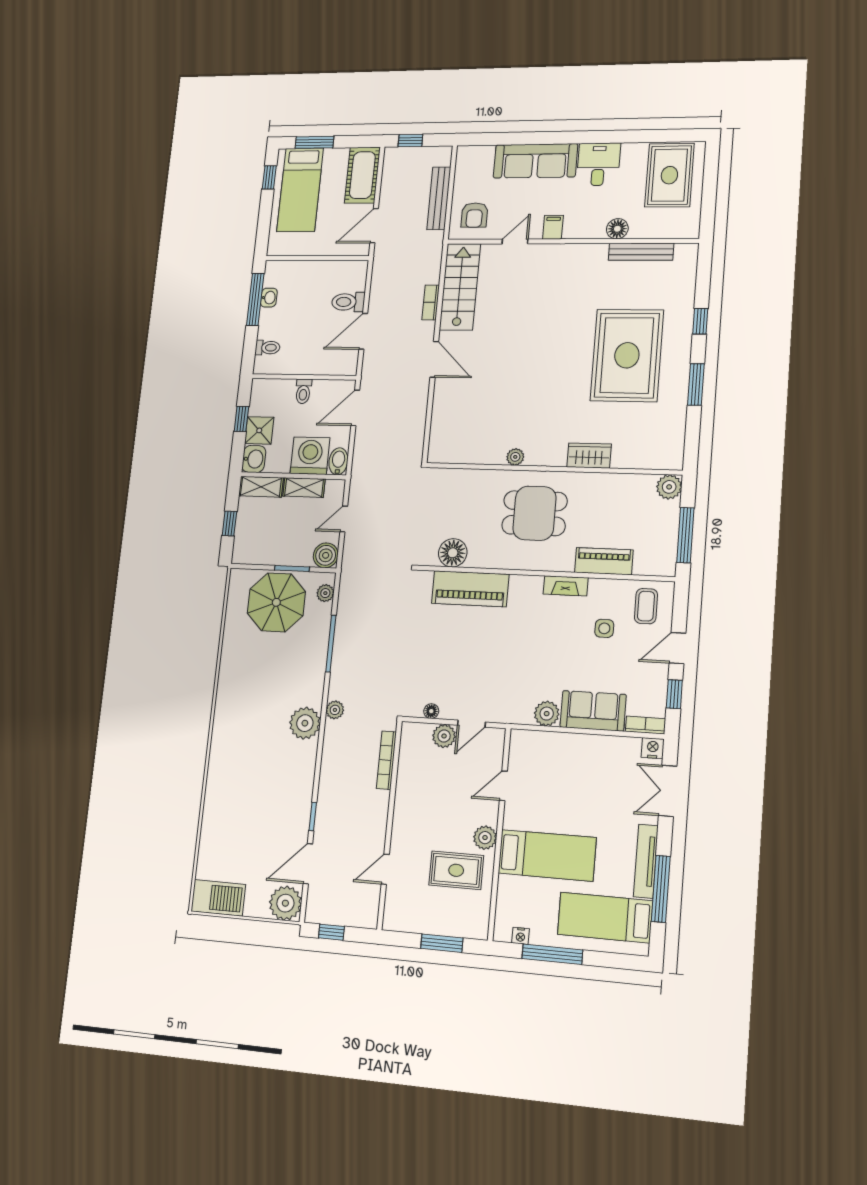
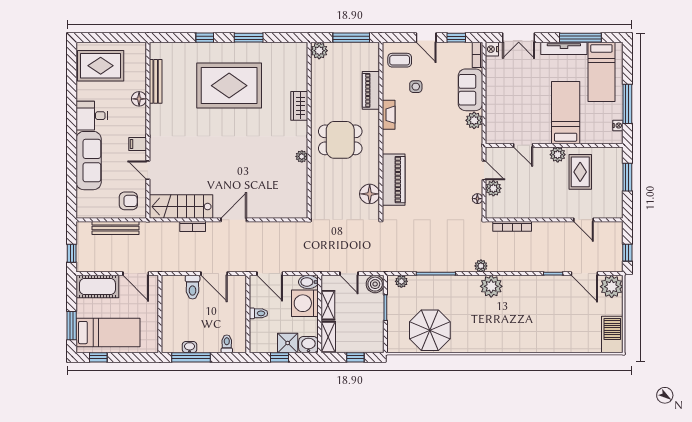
dining table: (535, 513) -> (340, 140), turned 90
parasol: (276, 602) -> (430, 330), moved

